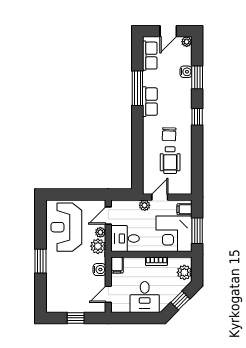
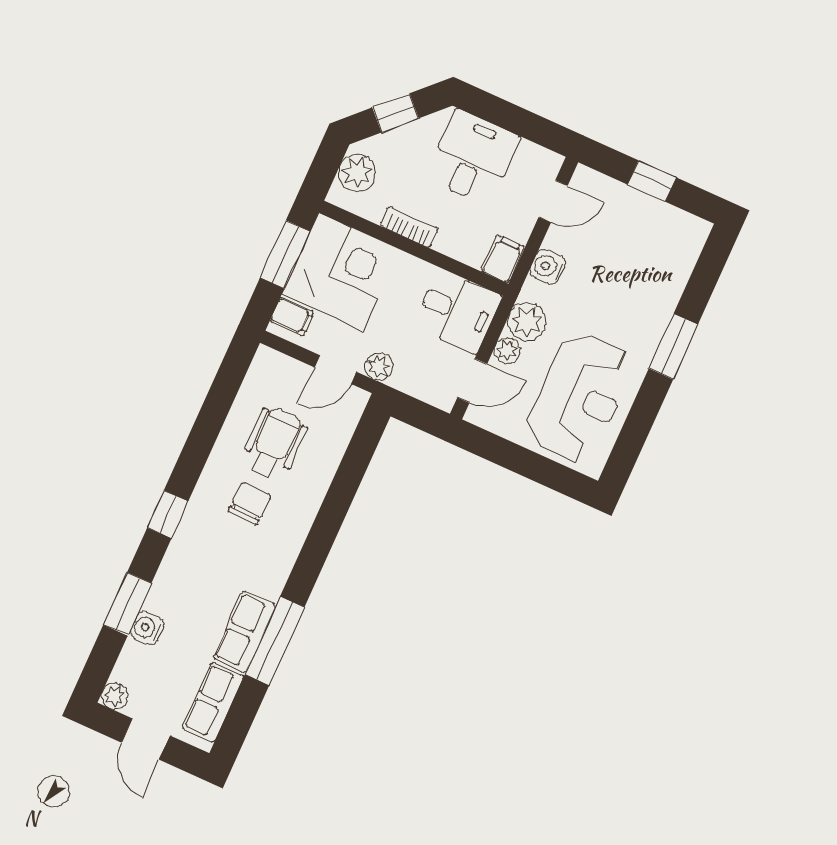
door: (168, 31) -> (146, 739), swing flipped
row of seats: (150, 102) -> (244, 632), moved

